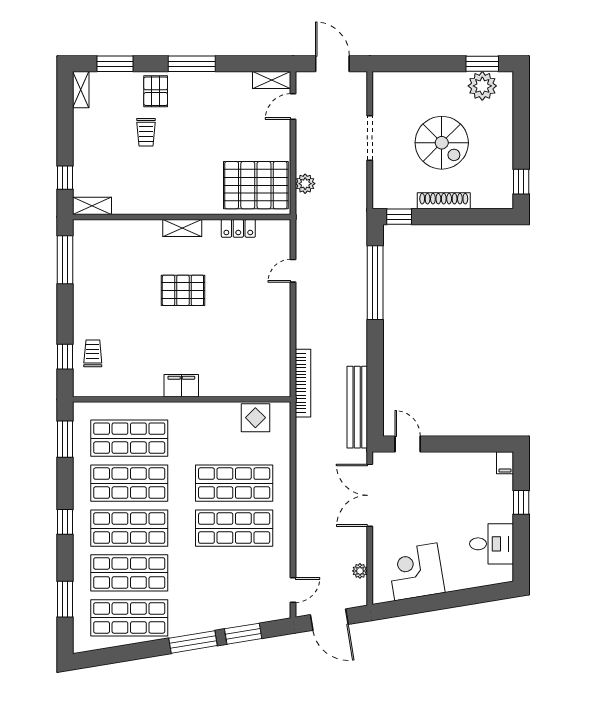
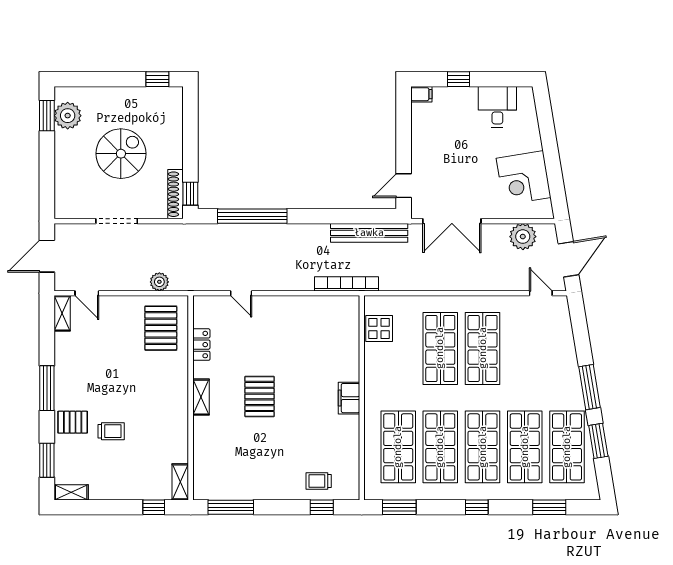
pallet: (256, 185) -> (161, 328), width x0.73, depth x0.71
shoe rack: (444, 201) -> (175, 194), moved
plant: (360, 571) -> (523, 237), width x1.88, depth x1.88
window: (243, 634) -> (598, 441), moved

